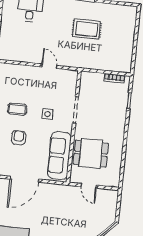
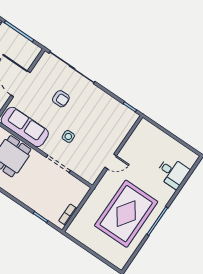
rug: (87, 29) -> (126, 214), width x1.86, depth x2.06
coffee table: (17, 109) -> (88, 111), removed

